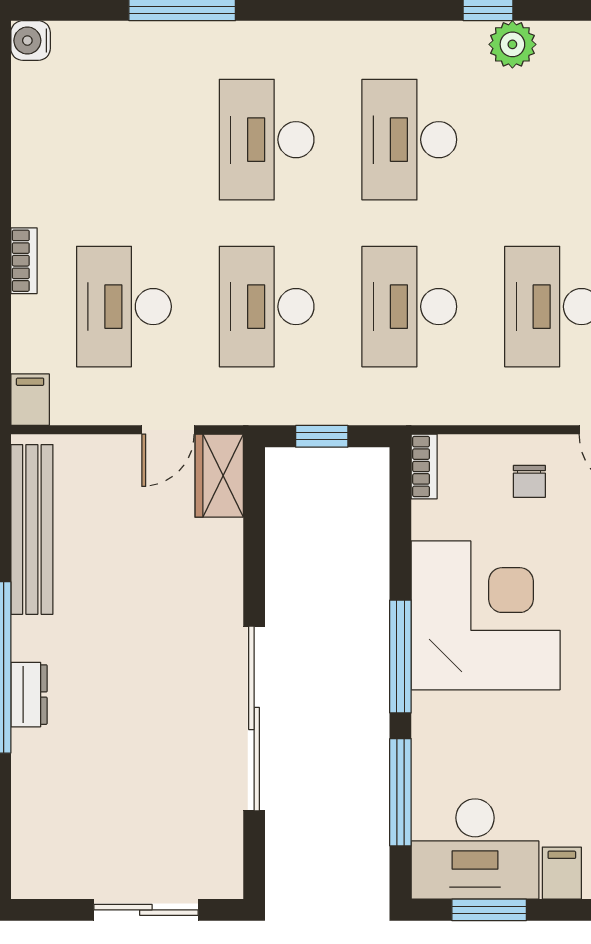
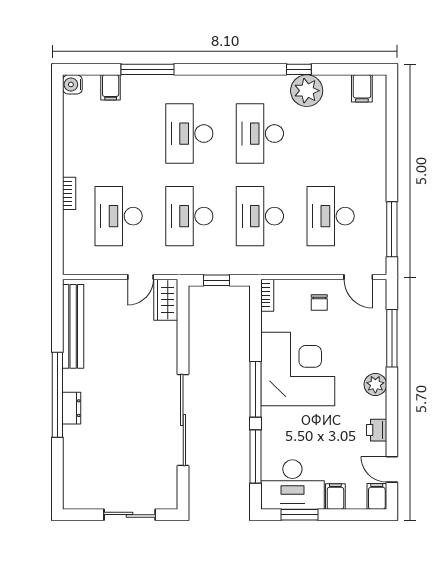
plant: (512, 44) -> (307, 91), width x1.36, depth x1.36
filing cabinet: (30, 400) -> (111, 87), moved, turned 180

